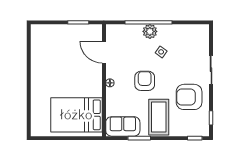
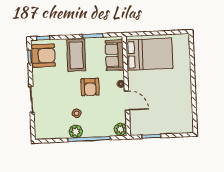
plant: (150, 31) -> (76, 132), moved
plant: (113, 32) -> (120, 129), added
door: (104, 52) -> (127, 101), moved
armchair: (189, 97) -> (44, 56), moved
sofa: (123, 126) -> (115, 55), moved, turned 90

